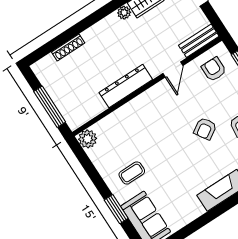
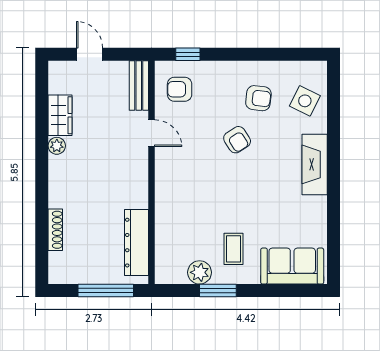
dresser: (126, 86) -> (136, 243), moved
plant: (88, 139) -> (200, 272), moved
window: (116, 209) -> (218, 291), moved

